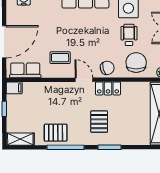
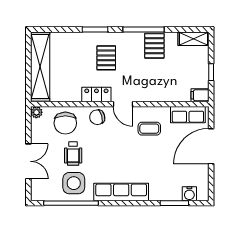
pallet: (56, 133) -> (154, 46), turned 90

